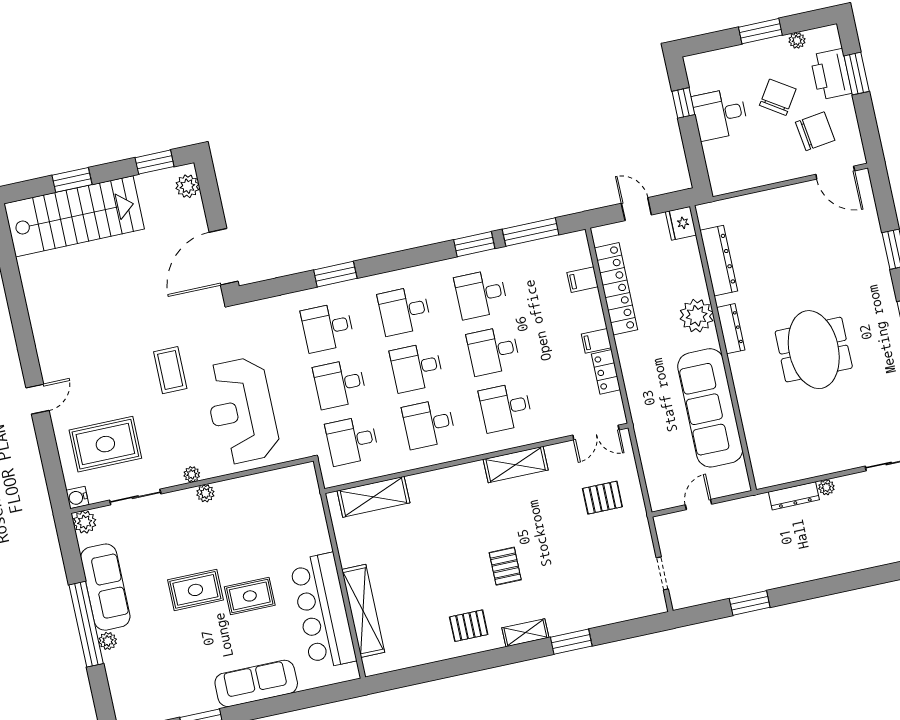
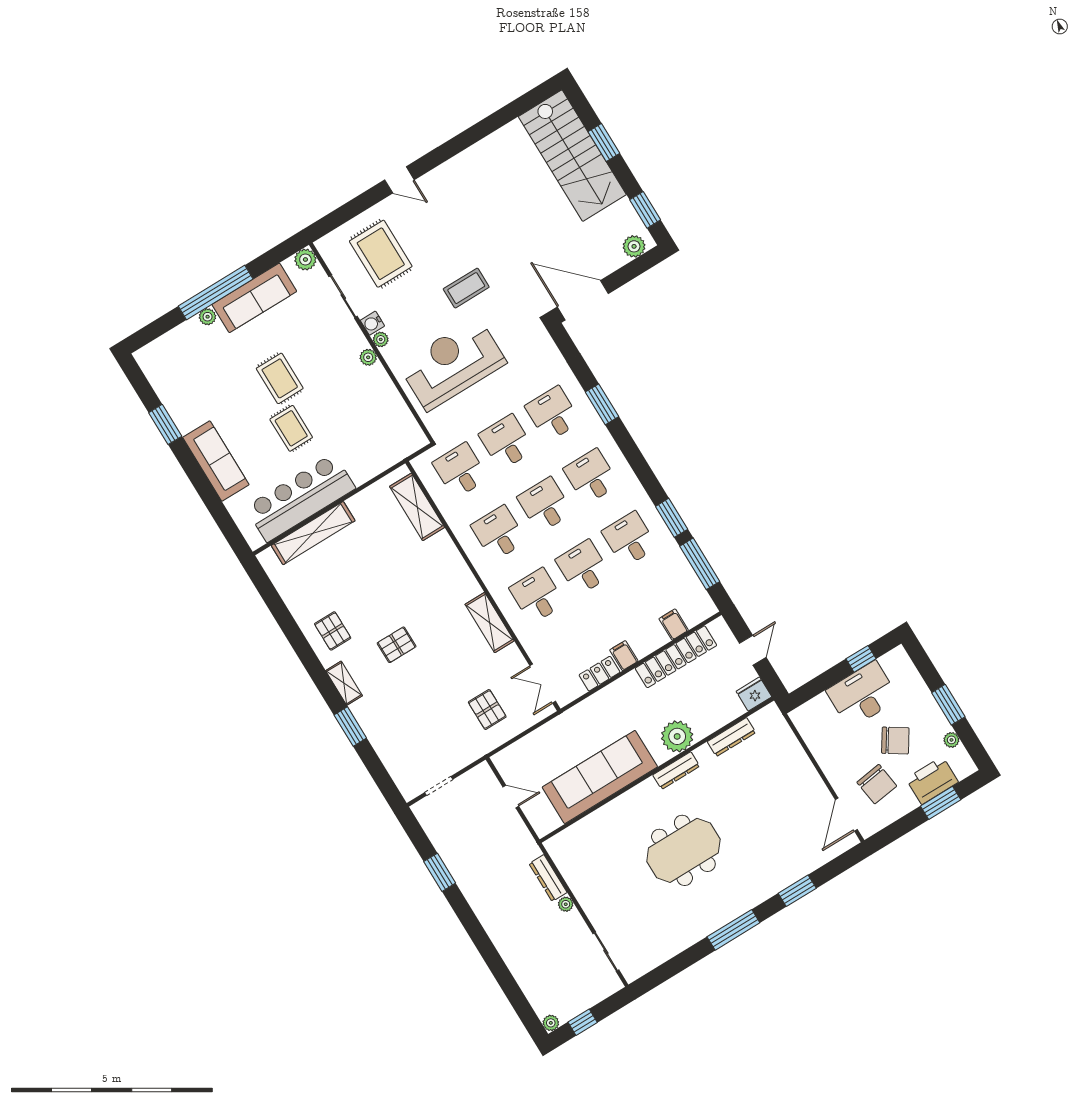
desk: (720, 114) -> (863, 695), width x1.37
dresser: (719, 261) -> (731, 737), width x0.73, depth x0.80
water cooler: (77, 498) -> (372, 323), moved, turned -90

